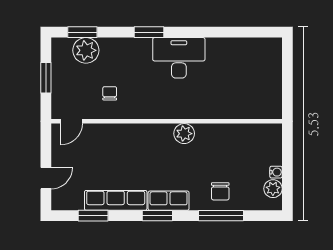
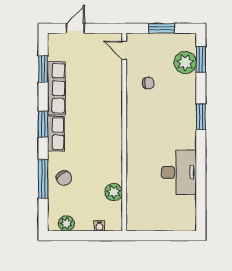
desk: (179, 58) -> (179, 172), moved
plant: (184, 134) -> (114, 192), moved
water cooler: (276, 172) -> (99, 226), moved
door: (46, 178) -> (75, 28), swing flipped
chair: (220, 191) -> (64, 178), turned -126

